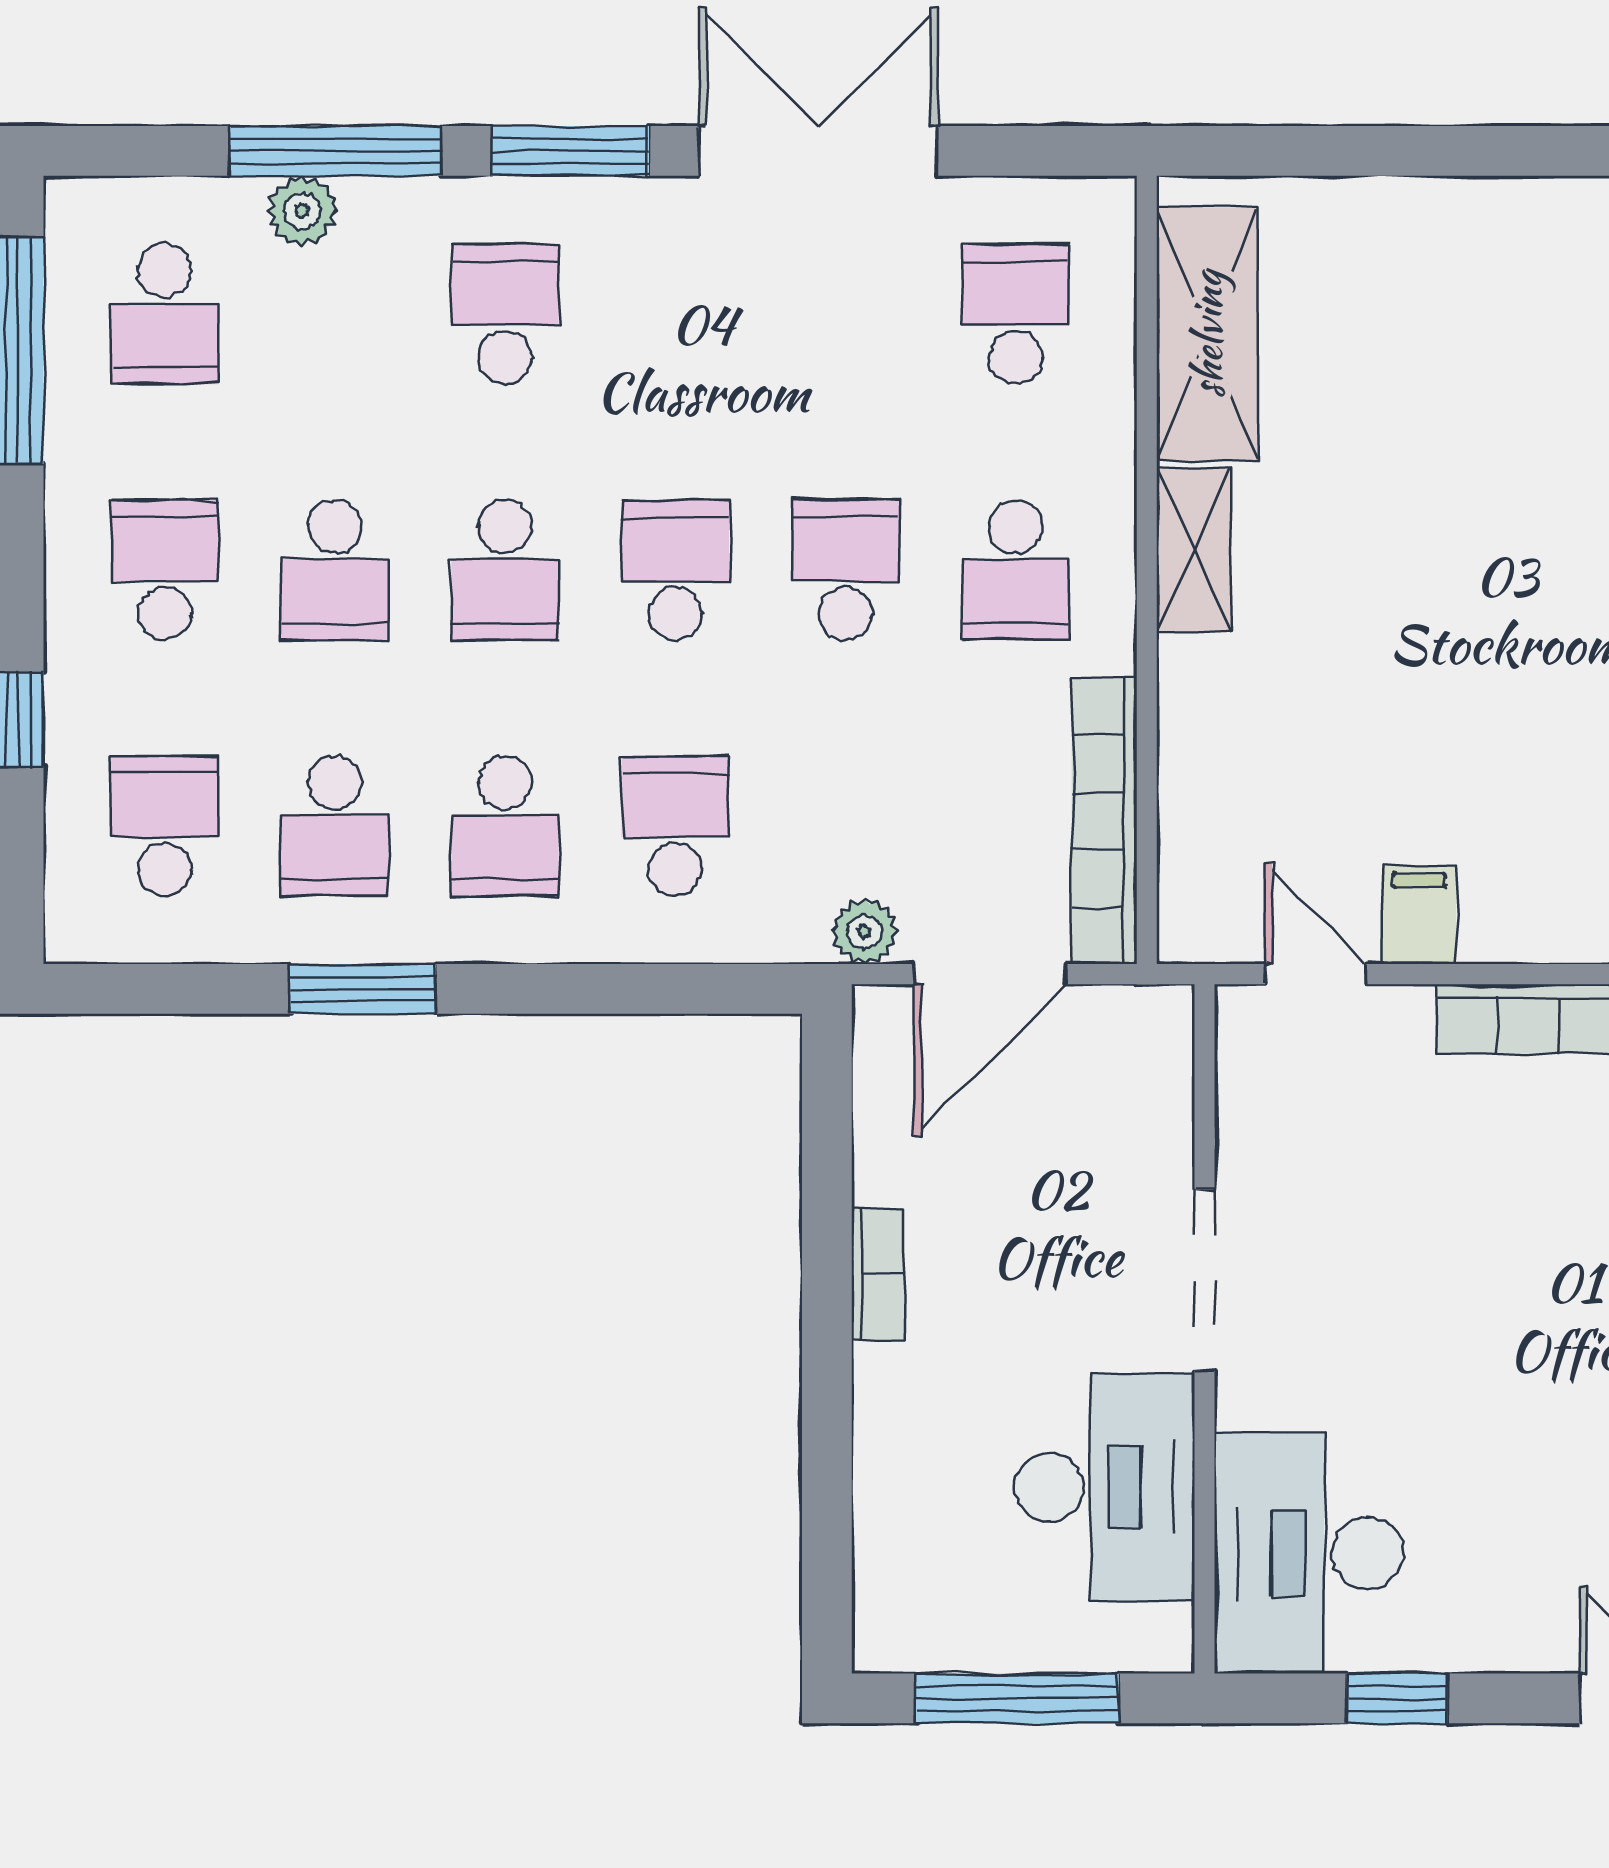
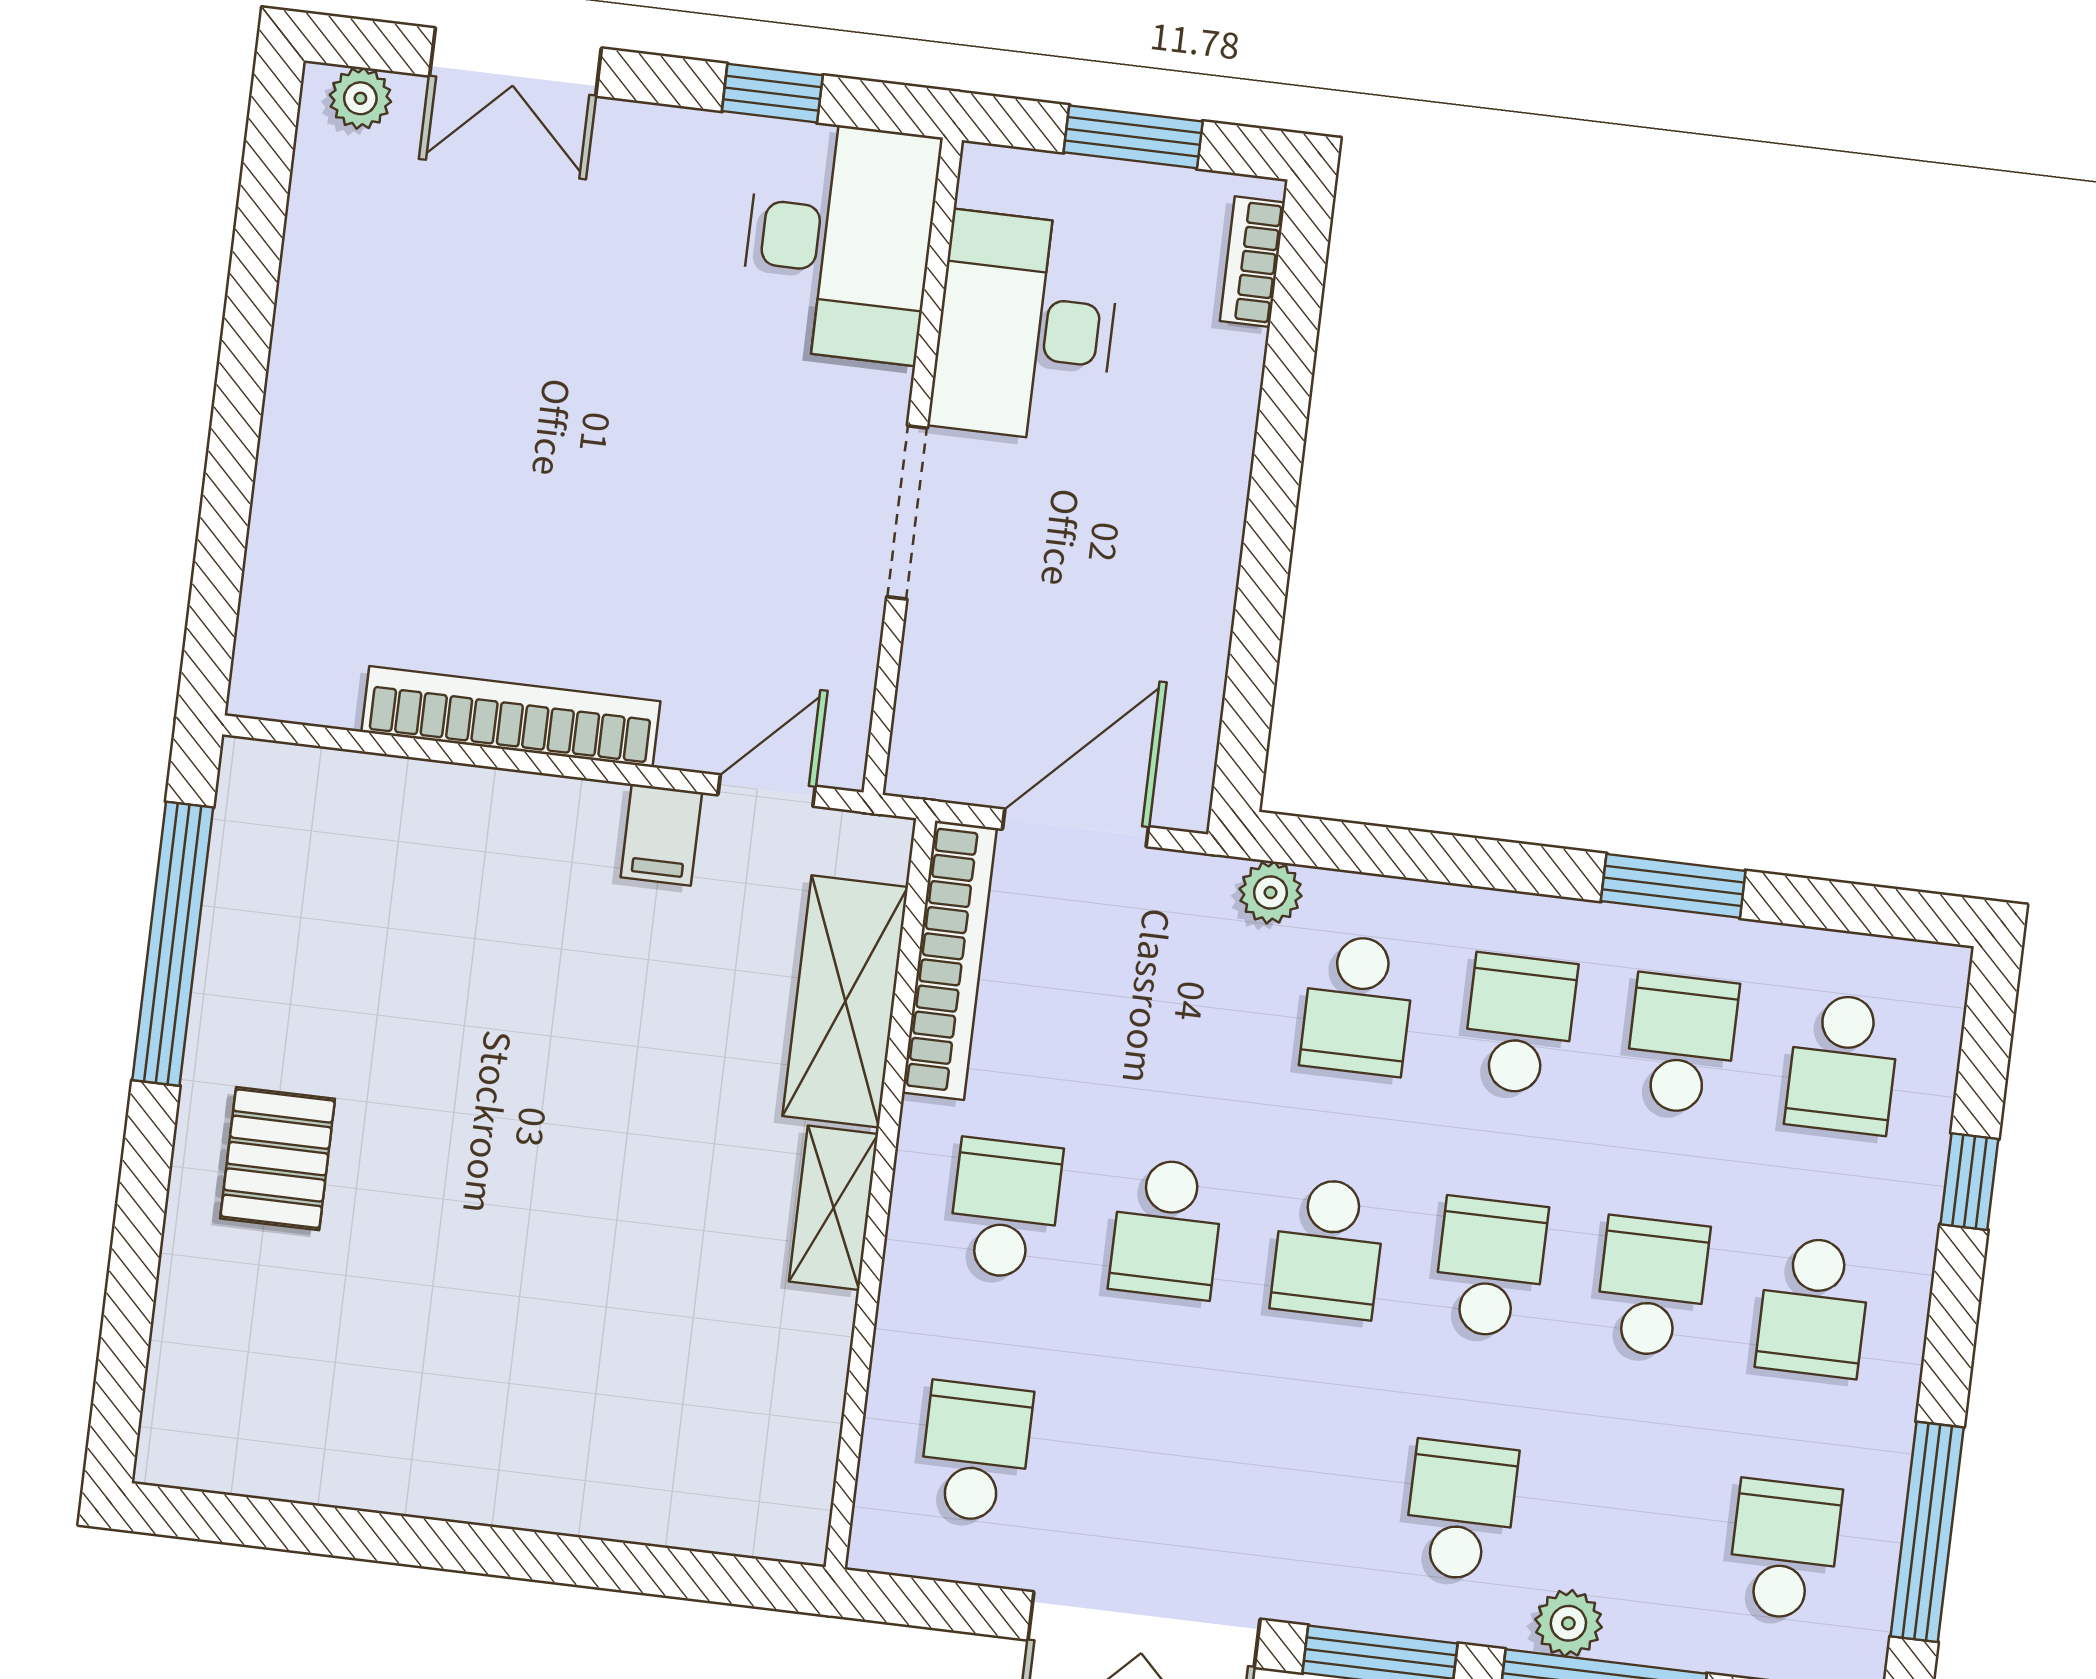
plant: (302, 211) -> (1568, 1623), moved
school desk: (505, 314) -> (1461, 1511), turned 180
school desk: (1016, 314) -> (975, 1452), turned 180
shelving: (1207, 334) -> (845, 1001), moved
plant: (864, 932) -> (1270, 892), moved
door: (1315, 974) -> (767, 791), swing flipped
bookcase: (878, 1274) -> (1252, 262), moved
window: (1017, 1698) -> (1133, 137), width x0.69

